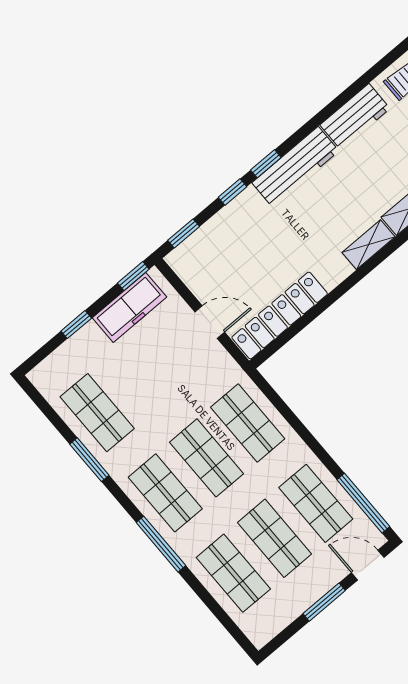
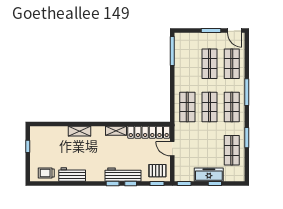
workbench: (295, 167) -> (123, 175), moved
shelving: (369, 245) -> (116, 131), moved
pallet: (203, 258) -> (157, 171), added
freezer: (130, 307) -> (209, 175), moved
shop shelf: (316, 503) -> (187, 64), removed
door: (368, 565) -> (235, 31), moved

